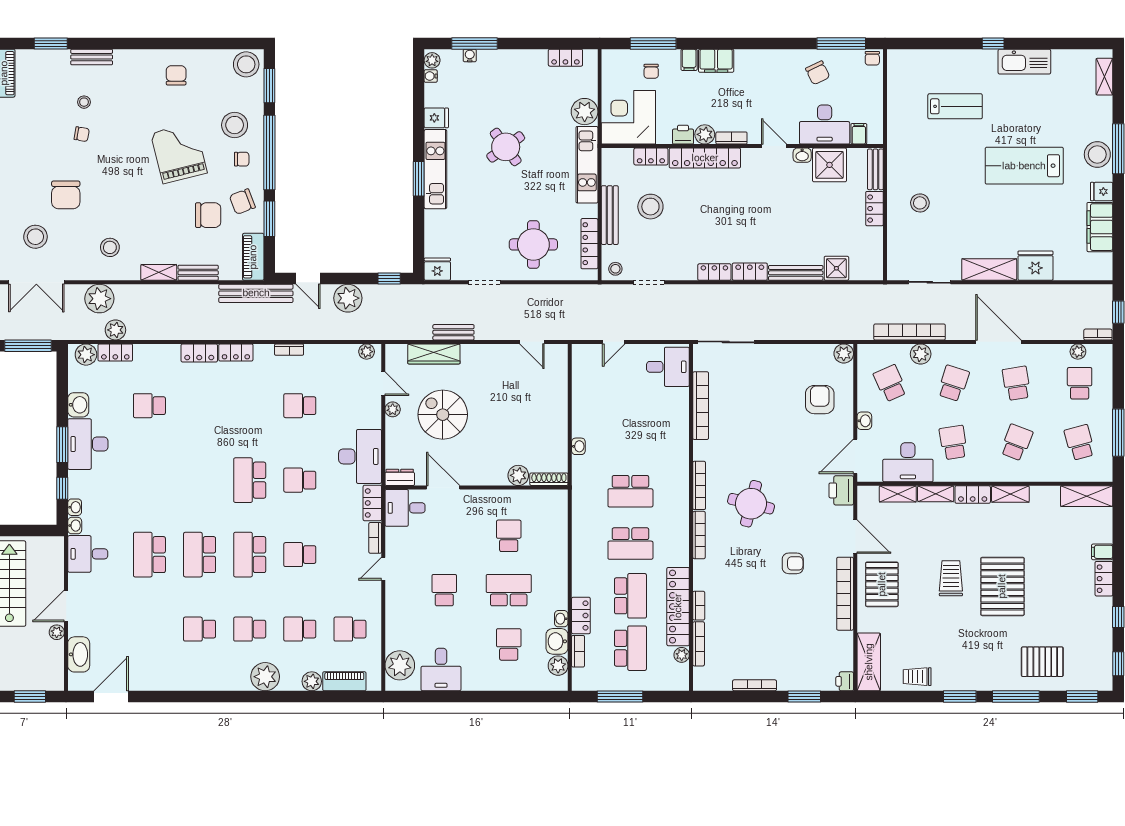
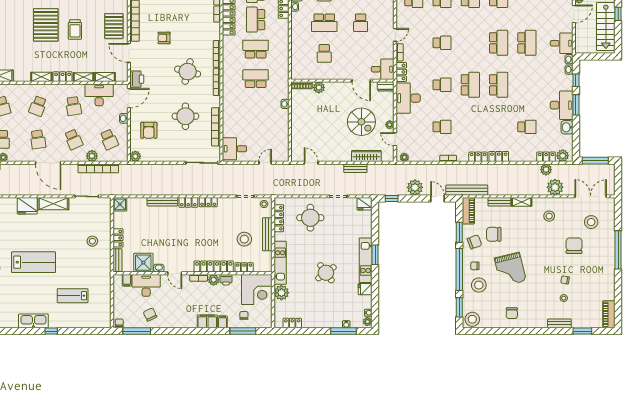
shower: (836, 268) -> (120, 204), moved
school desk: (953, 383) -> (73, 139), turned -42
round table: (755, 424) -> (185, 116), added
school desk: (250, 555) -> (499, 85), moved

